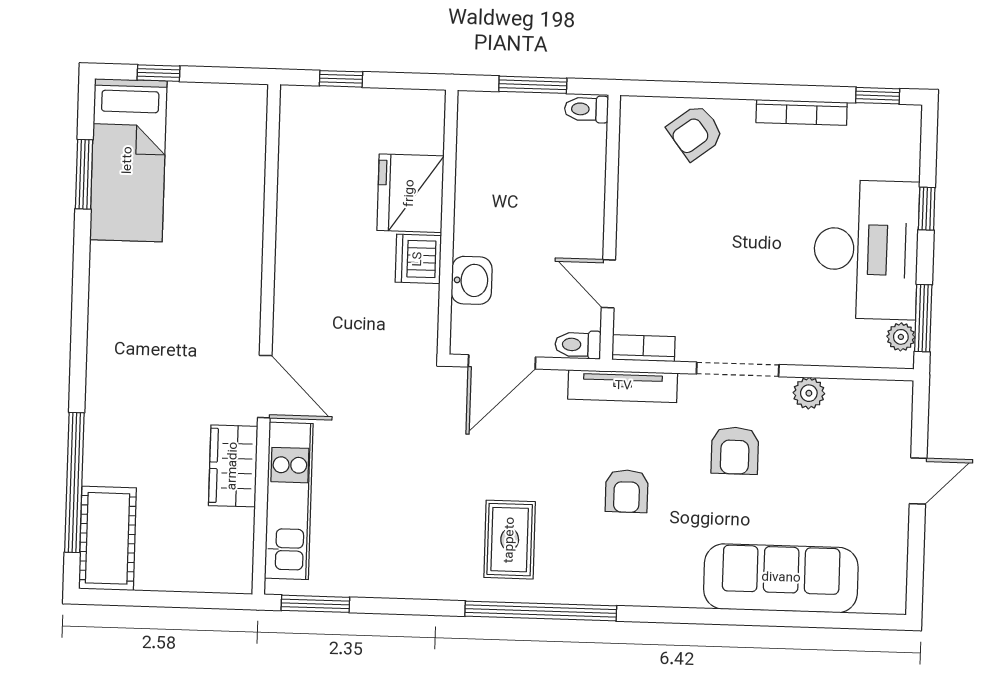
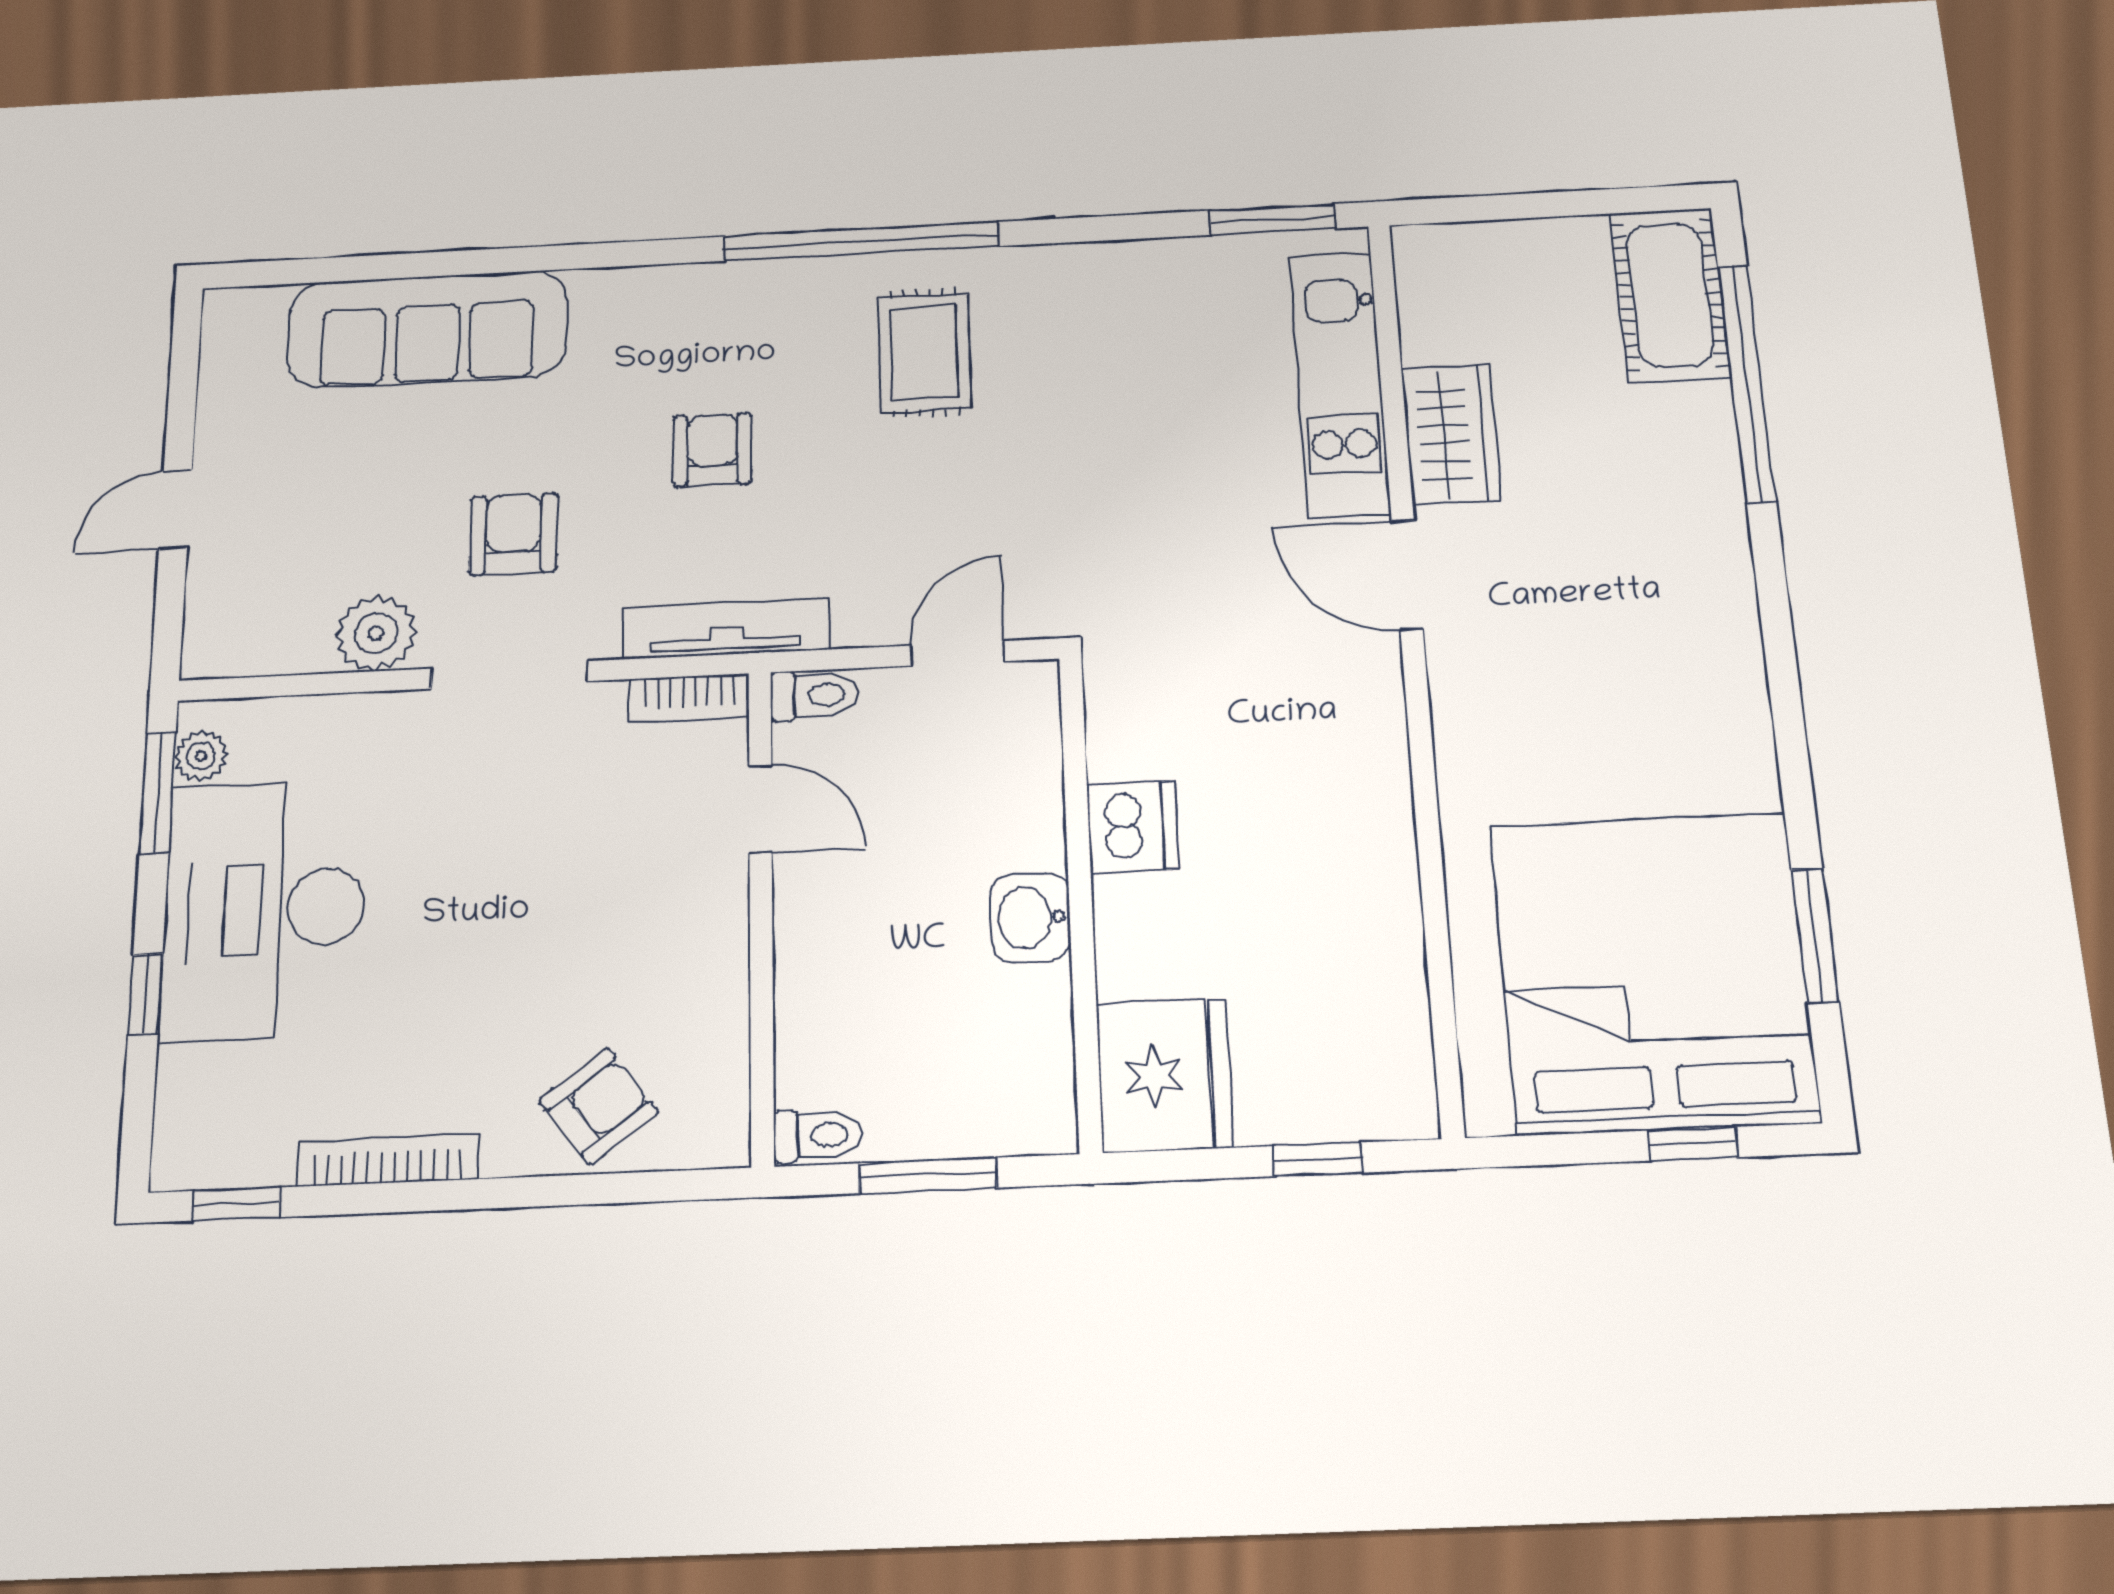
bed: (128, 160) -> (1653, 972), width x2.04
fridge: (410, 193) -> (1165, 1075), moved
washbasin: (472, 280) -> (1030, 918), moved
door: (502, 362) -> (958, 653), width x0.73
plant: (809, 393) -> (376, 633), width x1.38, depth x1.38

